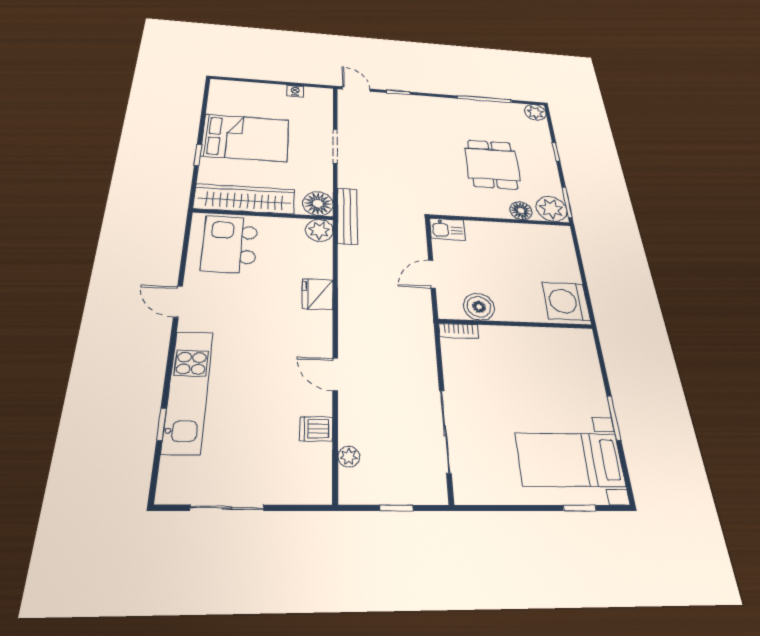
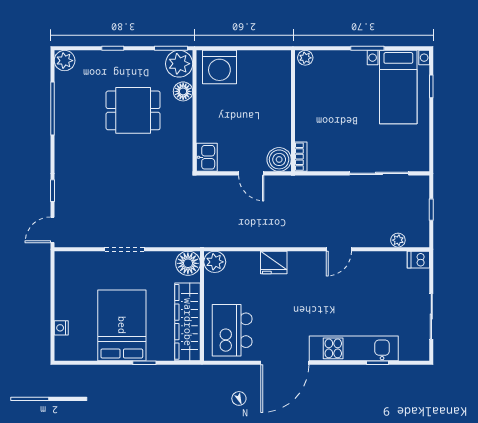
nightstand: (295, 91) -> (61, 328), moved
bench: (347, 216) -> (199, 239), removed
kitchen island: (230, 244) -> (232, 330), turned 90
washing machine: (566, 301) -> (219, 67), moved
door: (178, 302) -> (285, 363), width x1.87
boiler: (479, 307) -> (279, 159), moved
plant: (585, 340) -> (305, 58), added
dishwasher: (316, 429) -> (418, 260), moved, turned 90

